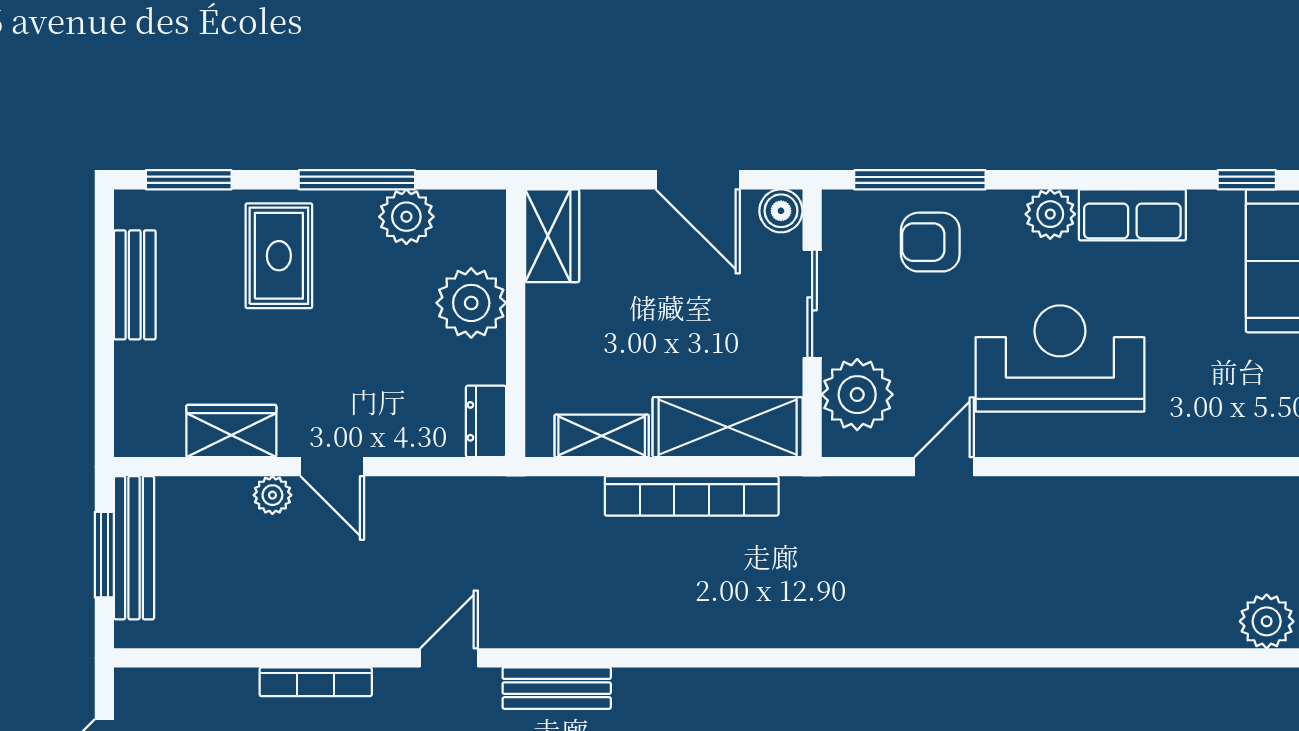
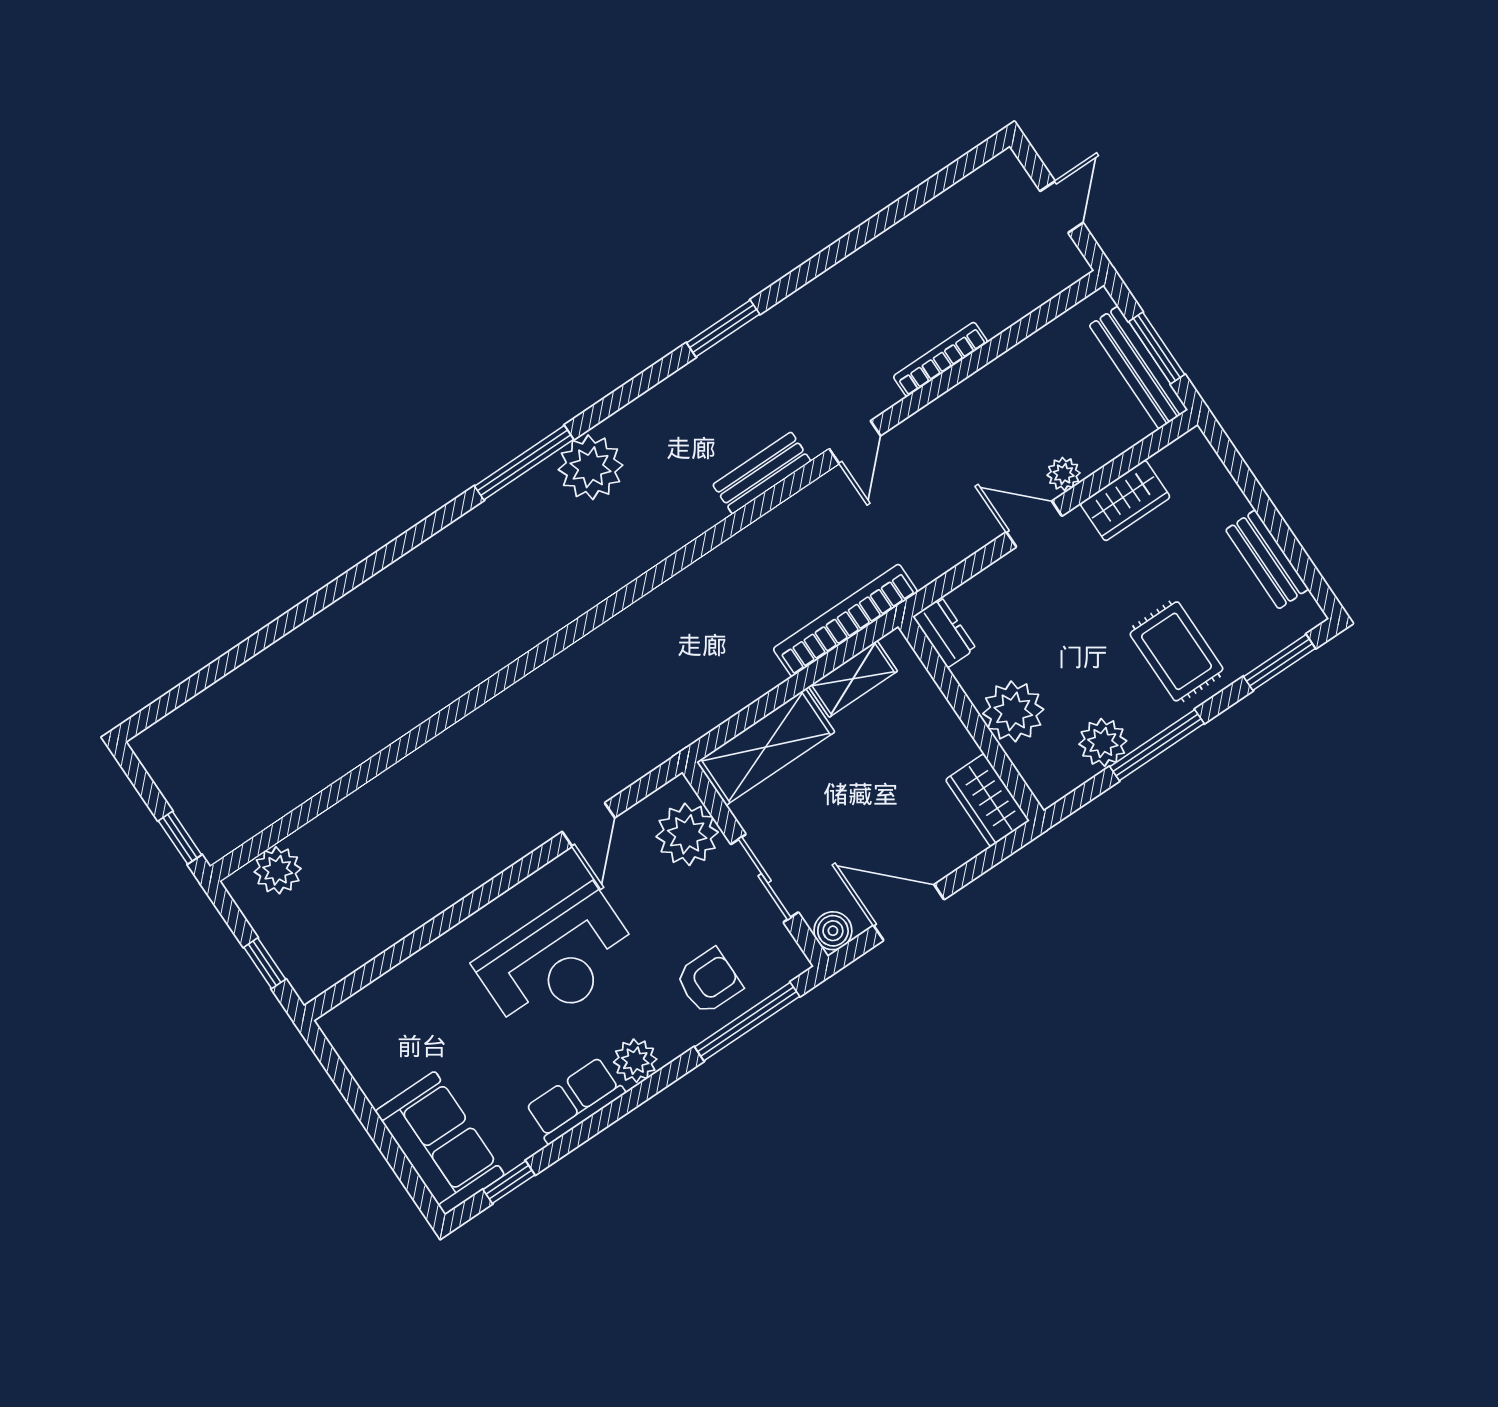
bookcase: (692, 496) -> (845, 620), moved

